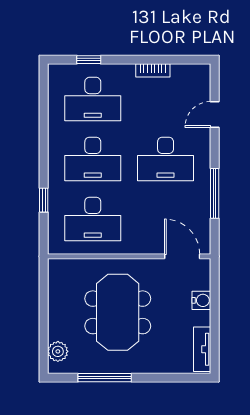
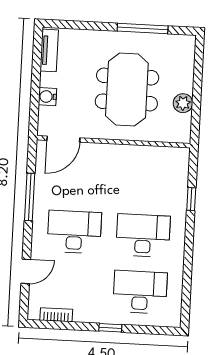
window: (89, 60) -> (110, 328), moved
bookcase: (153, 70) -> (56, 315), moved
desk: (93, 219) -> (146, 179), removed
door: (182, 256) -> (63, 139), hinge flipped
plant: (58, 351) -> (183, 103), moved

